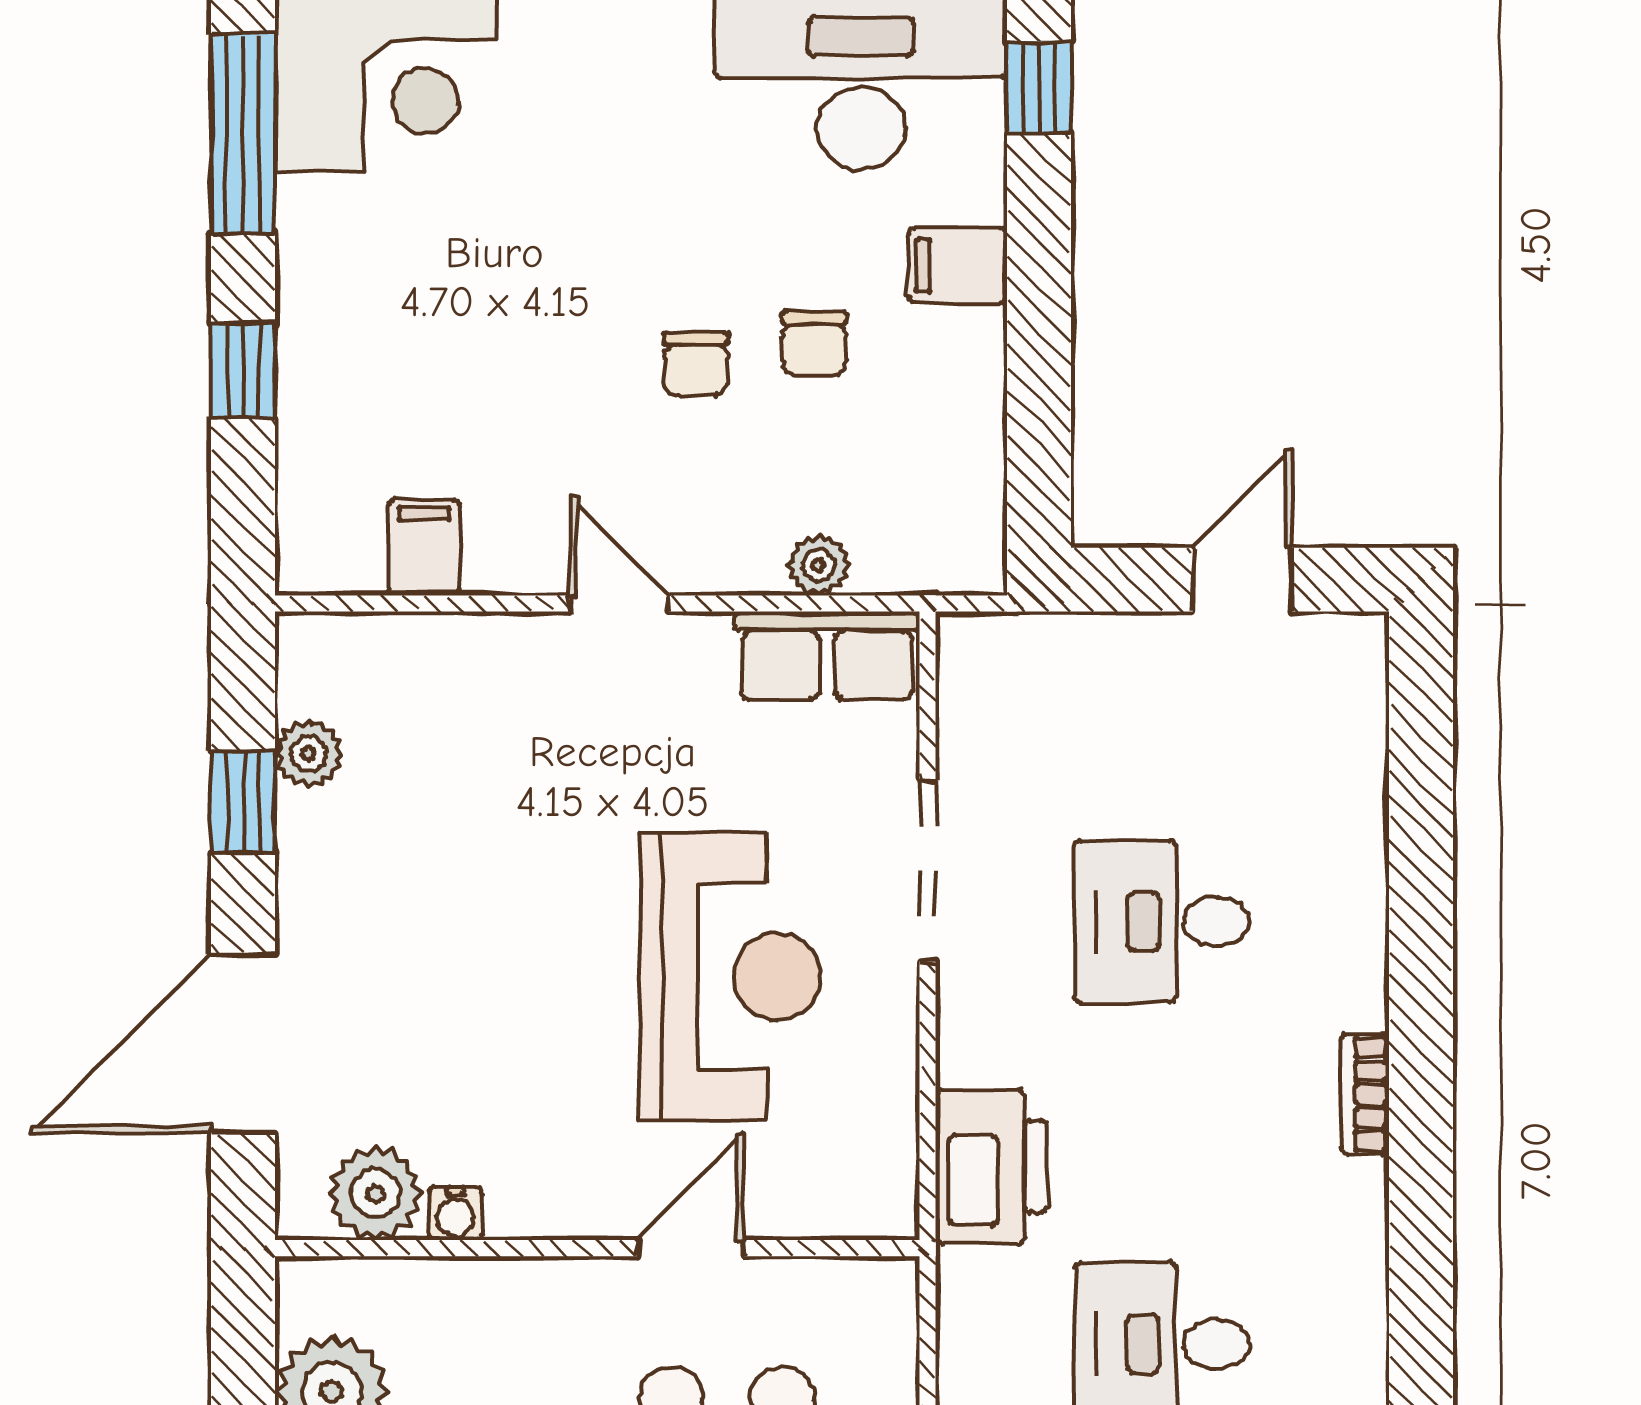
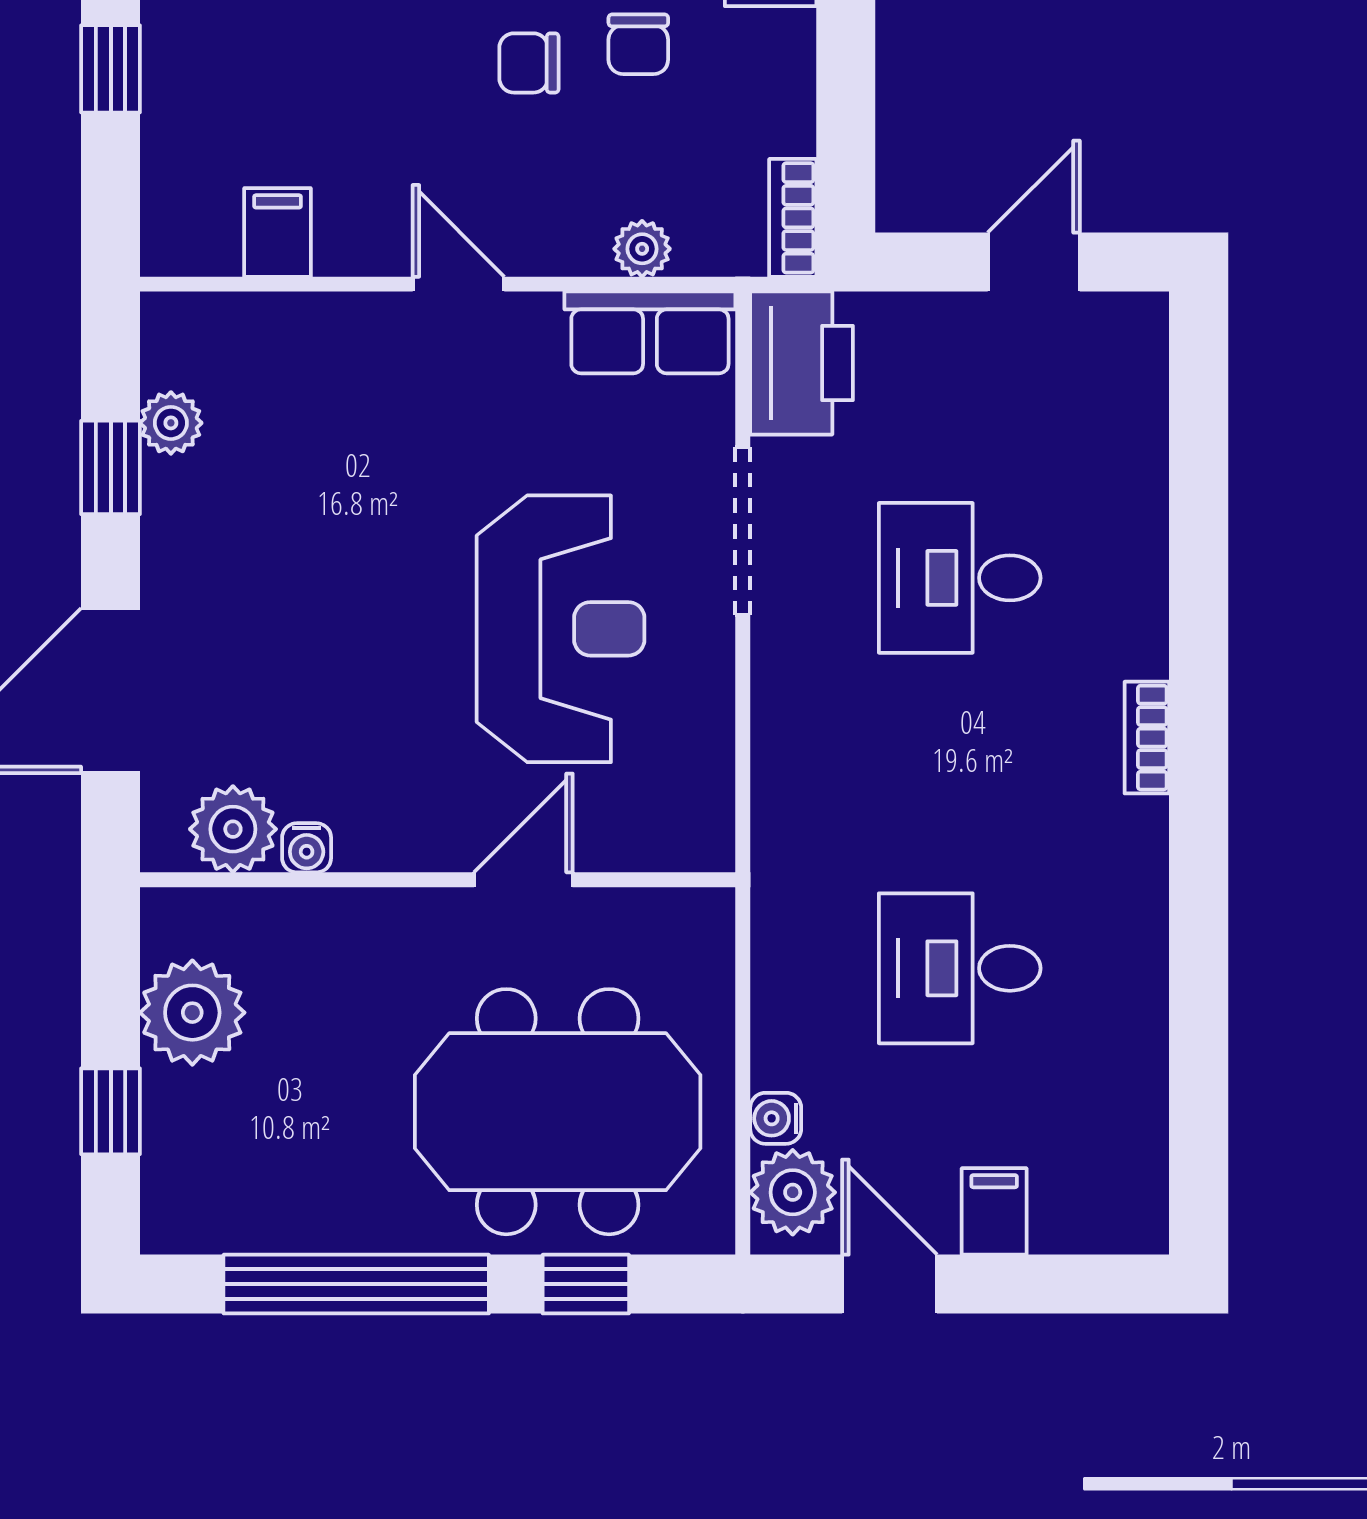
chair: (696, 364) -> (529, 63), turned 90
bookcase: (982, 532) -> (793, 218), added
printer: (991, 1166) -> (802, 363), moved

